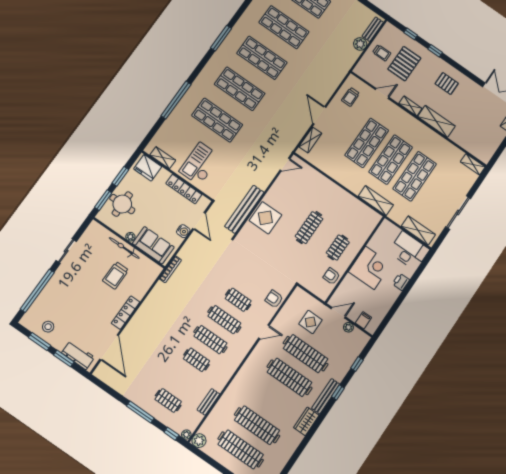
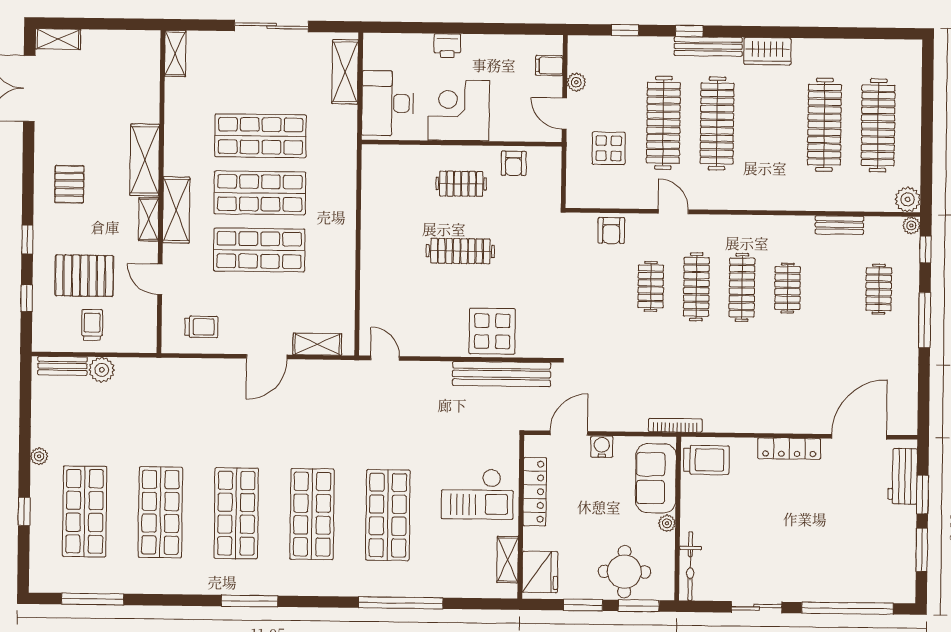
shelving: (376, 201) -> (176, 210), moved
bicycle: (124, 248) -> (690, 566), moved
desk: (409, 251) -> (388, 103), moved
trolley: (116, 275) -> (706, 460), moved
stool: (48, 327) -> (891, 553), removed

